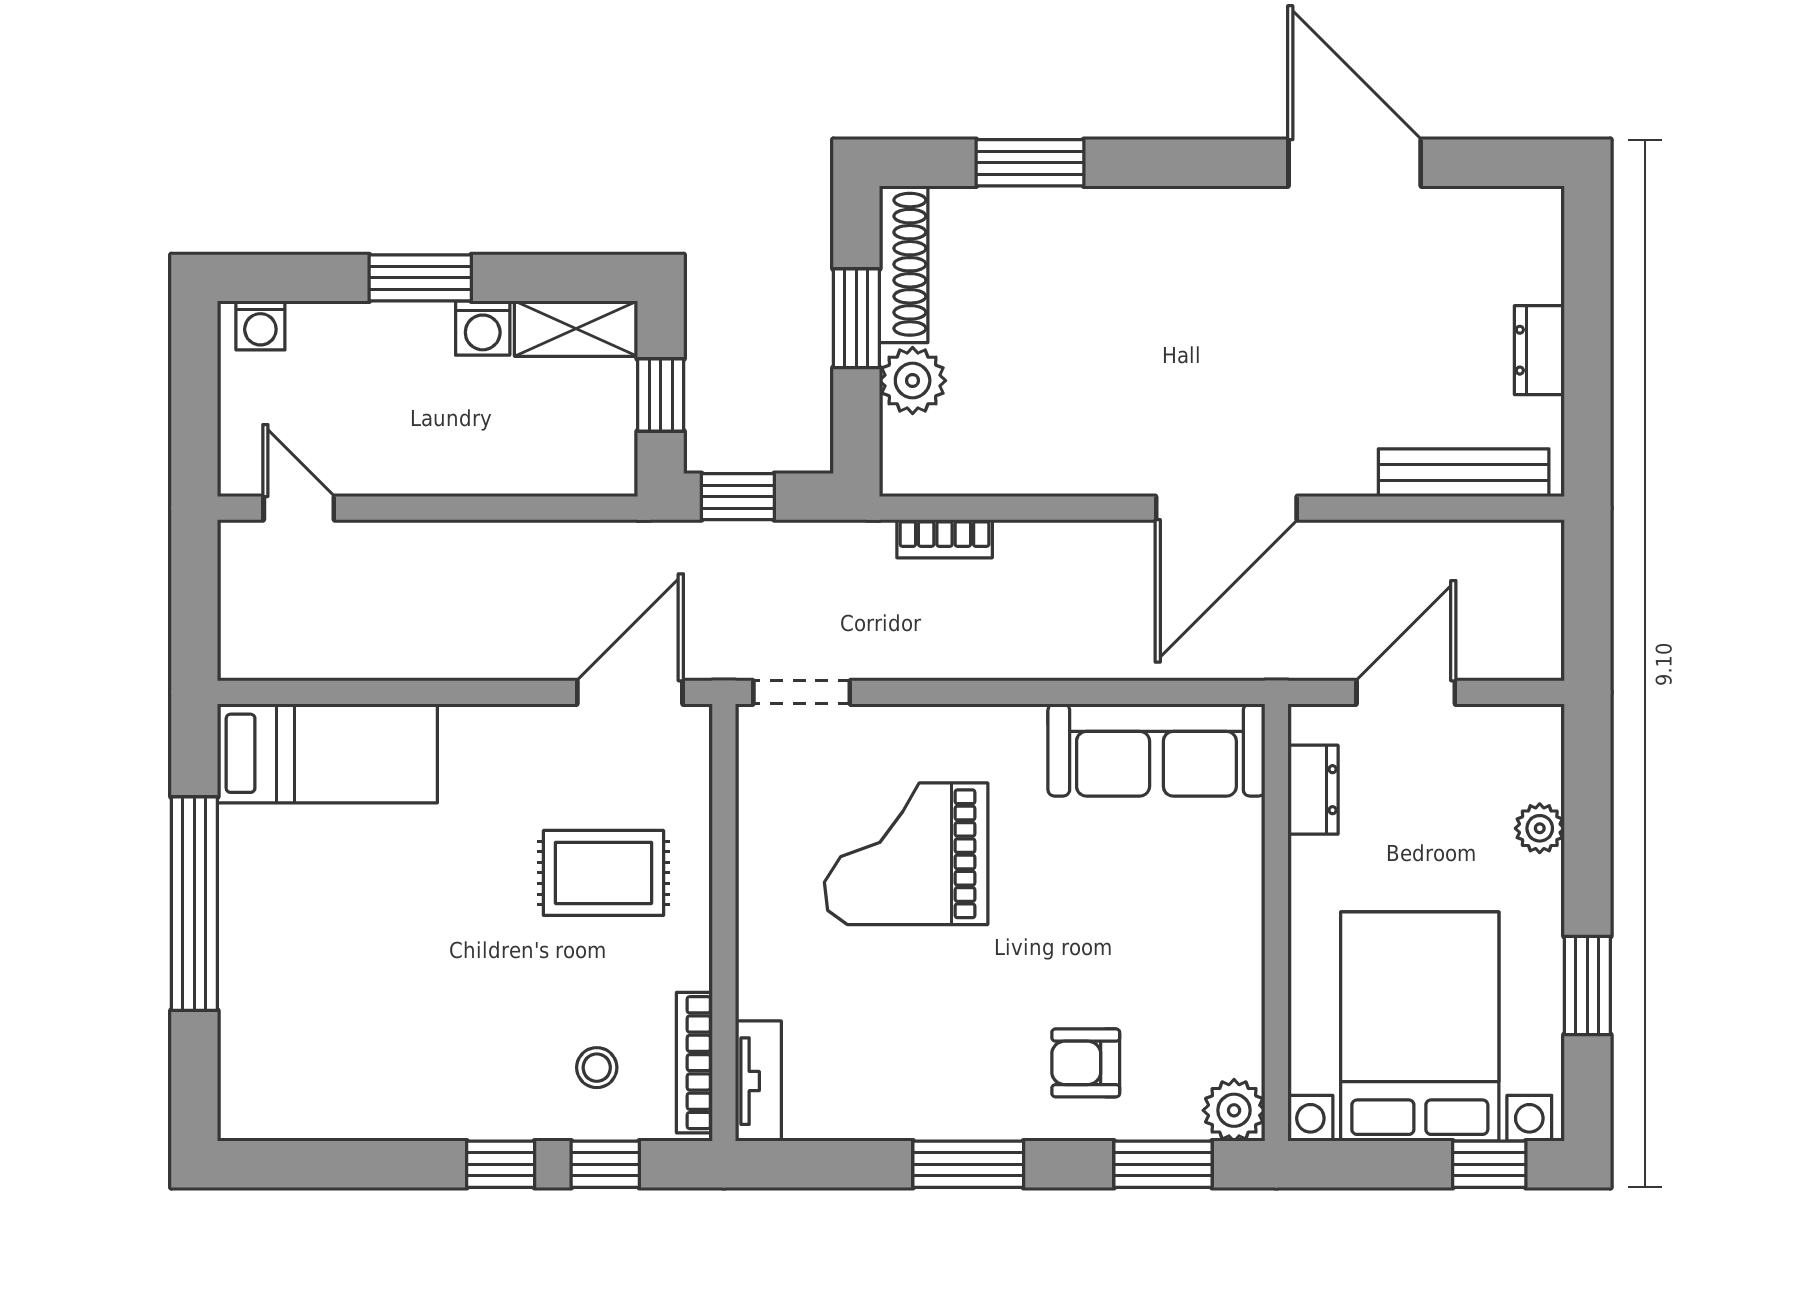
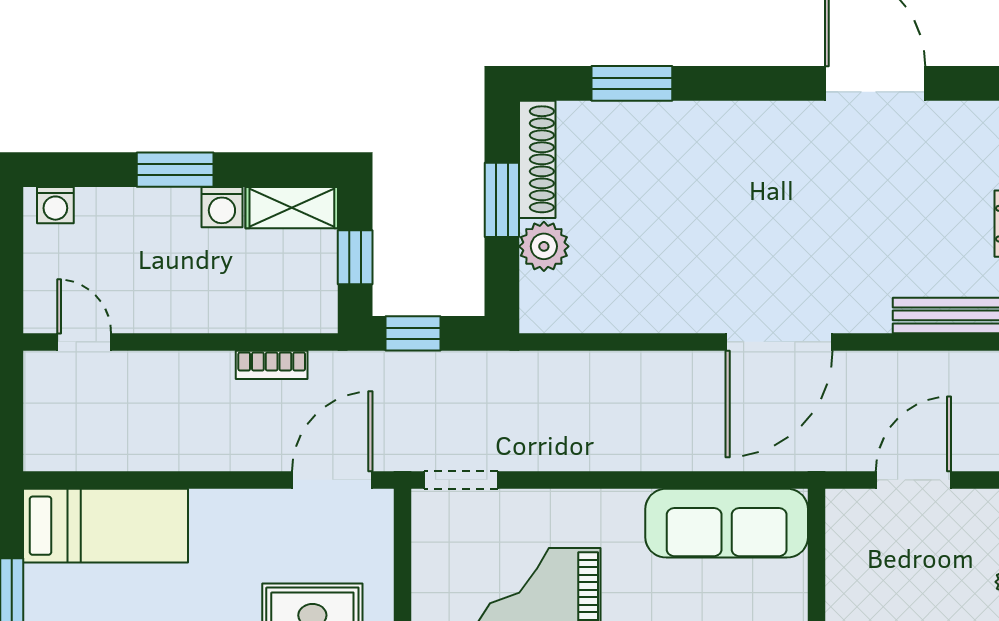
bookcase: (945, 539) -> (272, 365), moved
dresser: (1313, 790) -> (844, 553), removed

